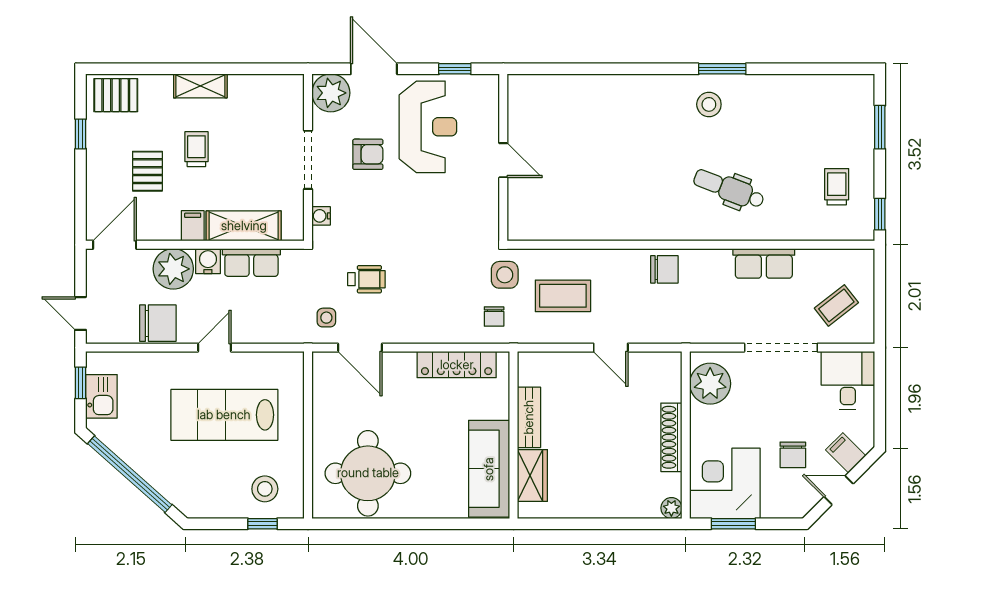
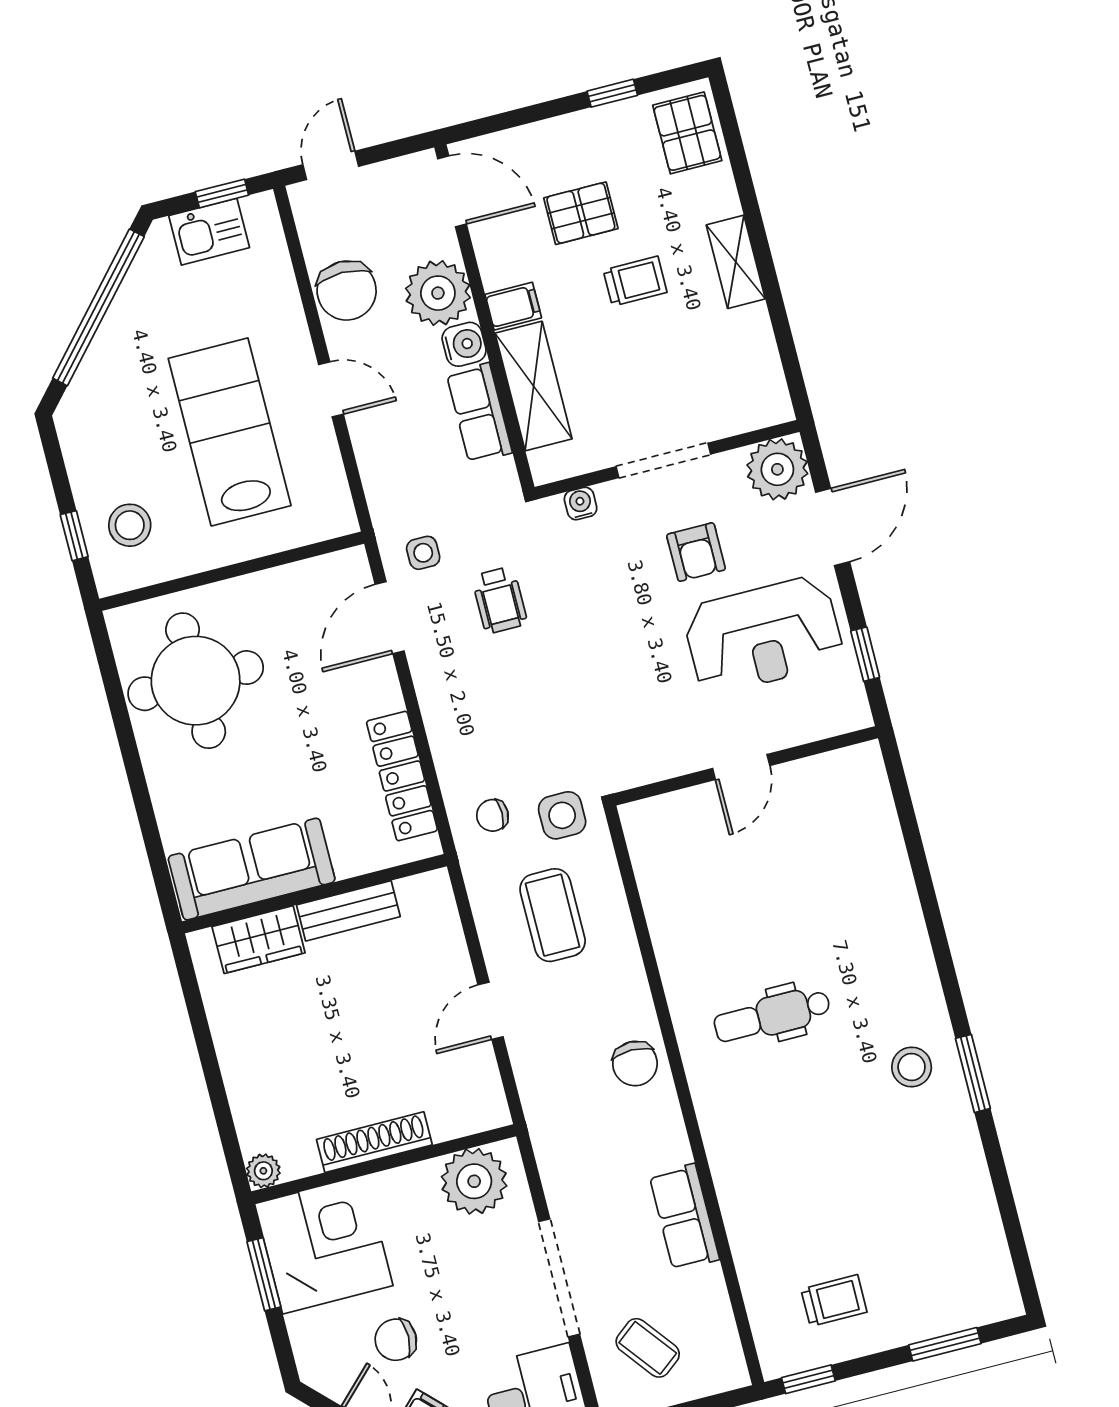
dental chair: (729, 189) -> (772, 1016), moved, turned -111

